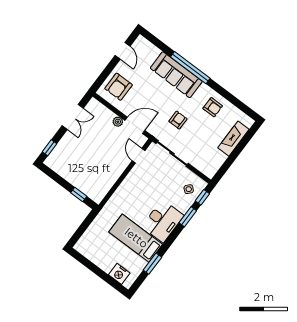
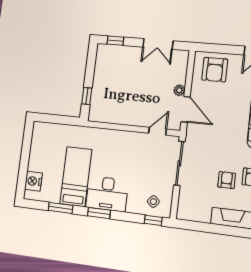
armchair: (119, 87) -> (215, 70), turned -90
armchair: (178, 120) -> (227, 180), moved, turned -90
window: (188, 217) -> (99, 213), moved

